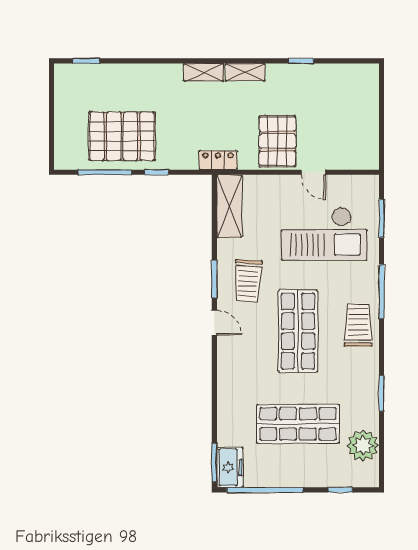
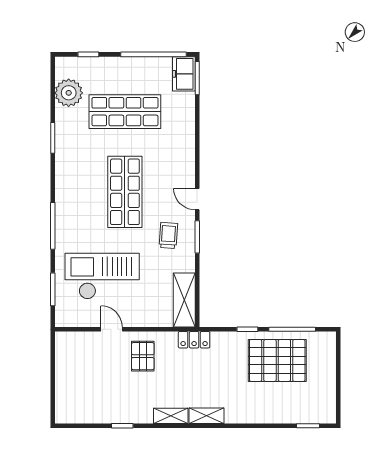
pallet: (277, 141) -> (143, 356), width x0.67, depth x0.71
trolley: (248, 281) -> (168, 235), width x0.73, depth x0.72
trolley: (358, 325) -> (73, 197), removed

